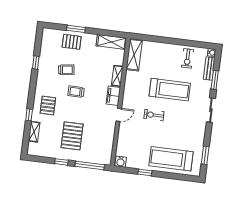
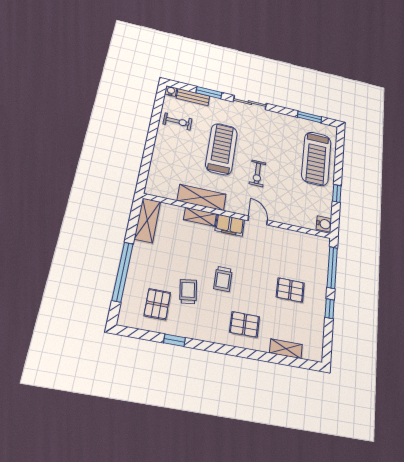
window: (76, 29) -> (123, 272), width x2.11
pallet: (72, 42) -> (157, 304), moved
shelving: (134, 55) -> (202, 197), moved
window: (29, 115) -> (260, 356), removed
pallet: (72, 136) -> (290, 290), width x0.67, depth x0.71

